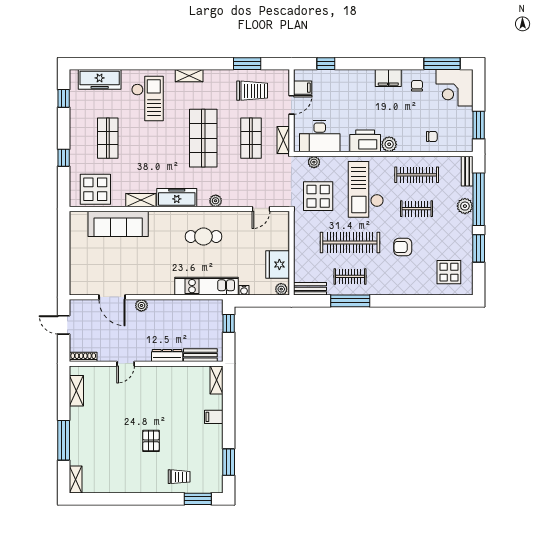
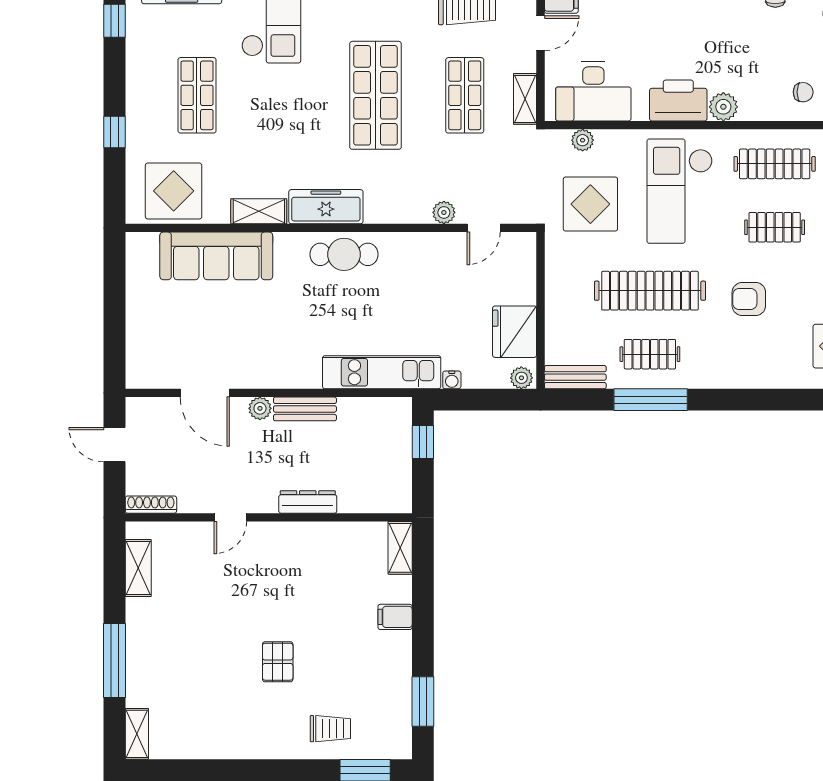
plant: (216, 201) -> (444, 212), moved
cafe table: (203, 237) -> (344, 254), moved
bench: (200, 355) -> (305, 409), moved

